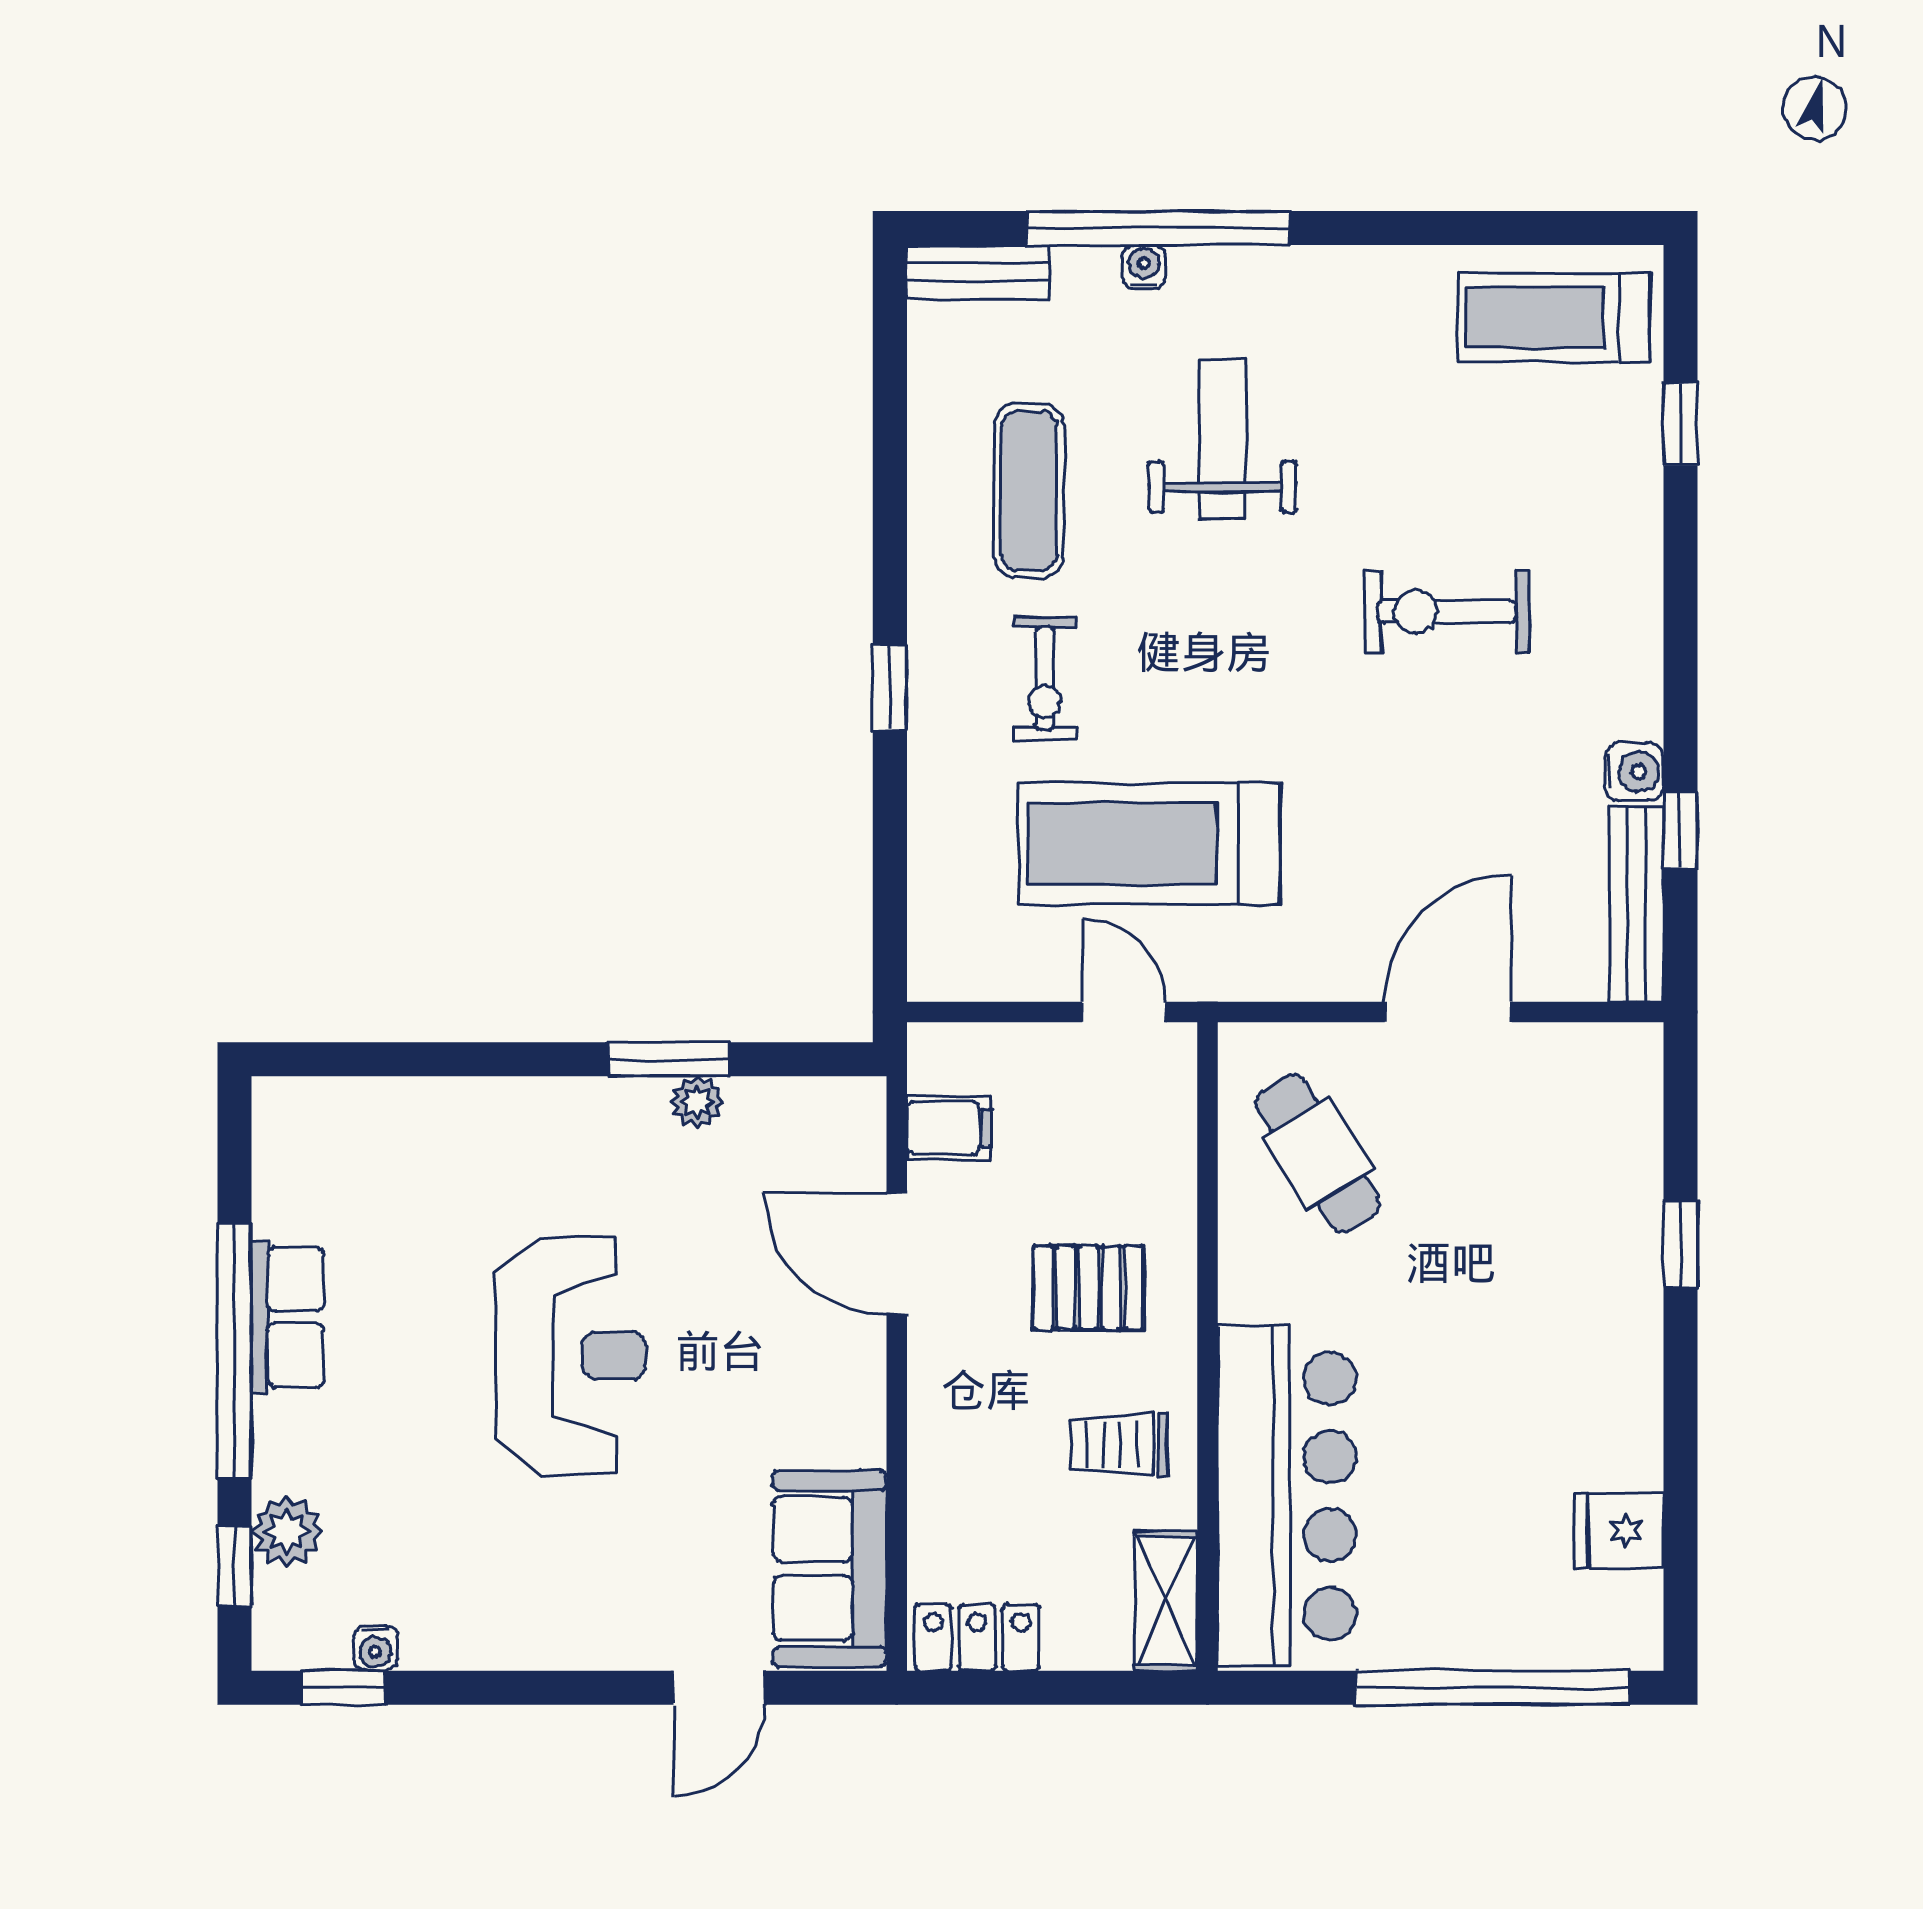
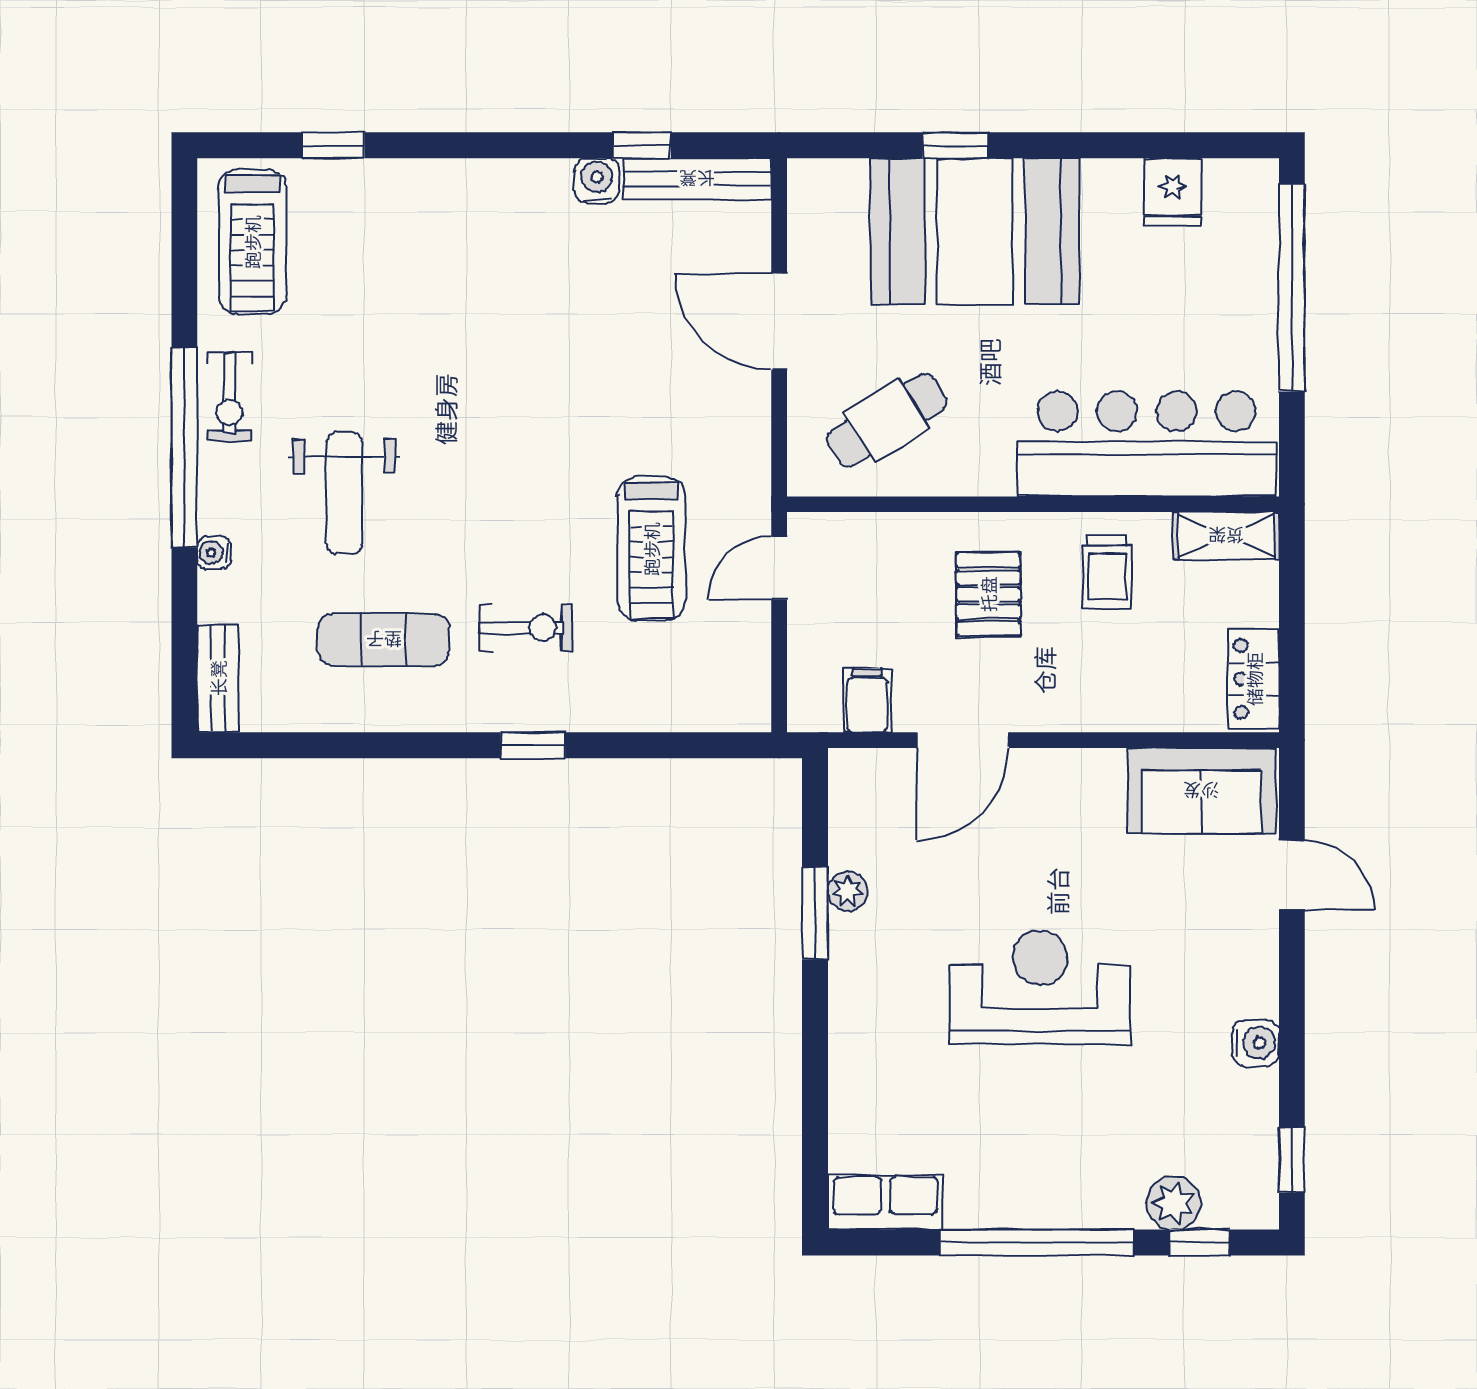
window: (1158, 228) -> (184, 448), moved
weight bench: (1223, 439) -> (344, 493), turned -90
exercise bike: (1447, 611) -> (229, 396), moved, width x0.73, depth x0.72
treadmill: (1149, 843) -> (651, 549), width x0.73, depth x0.73
booth: (1567, 1270) -> (975, 231), added
row of seats: (288, 1317) -> (886, 1202), moved
water cooler: (376, 1648) -> (1256, 1043), moved, width x1.38, depth x1.38

